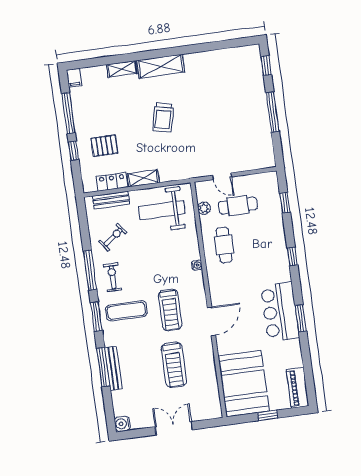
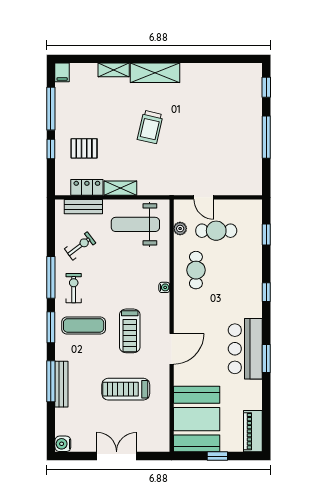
treadmill: (174, 365) -> (126, 389), turned 90

